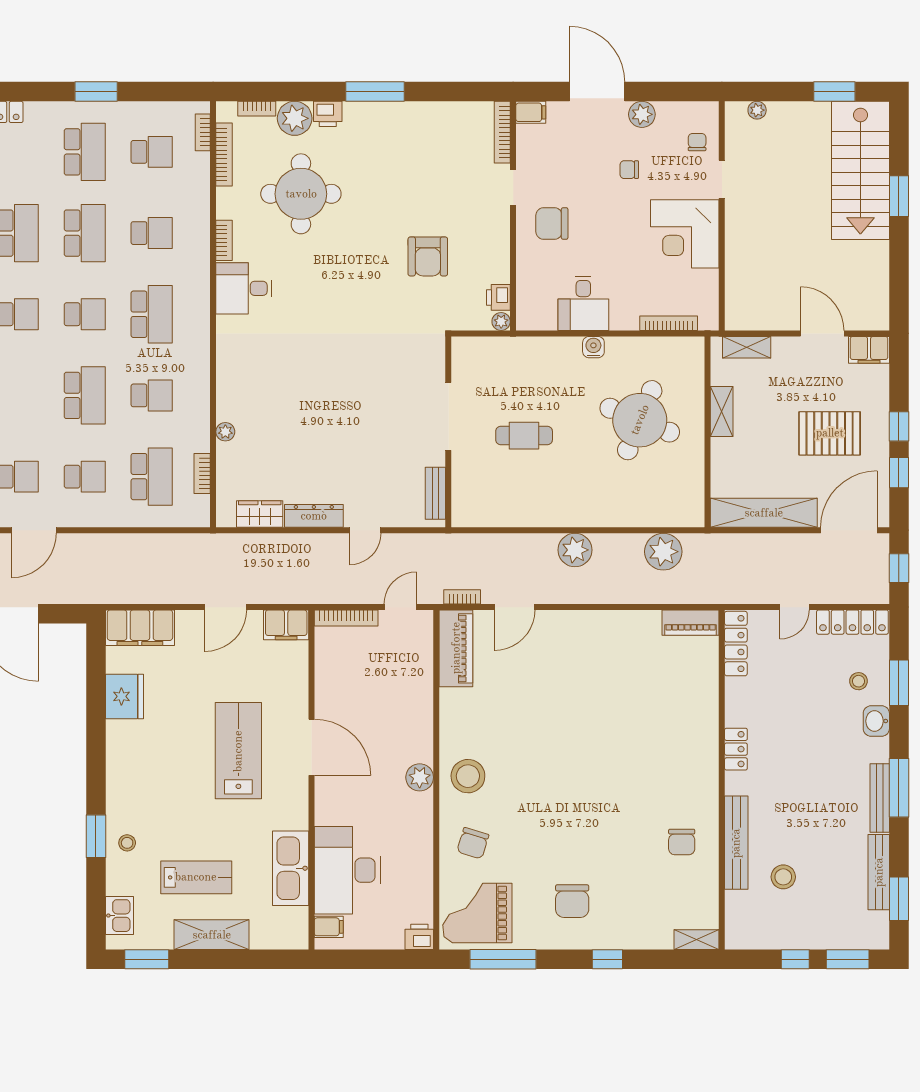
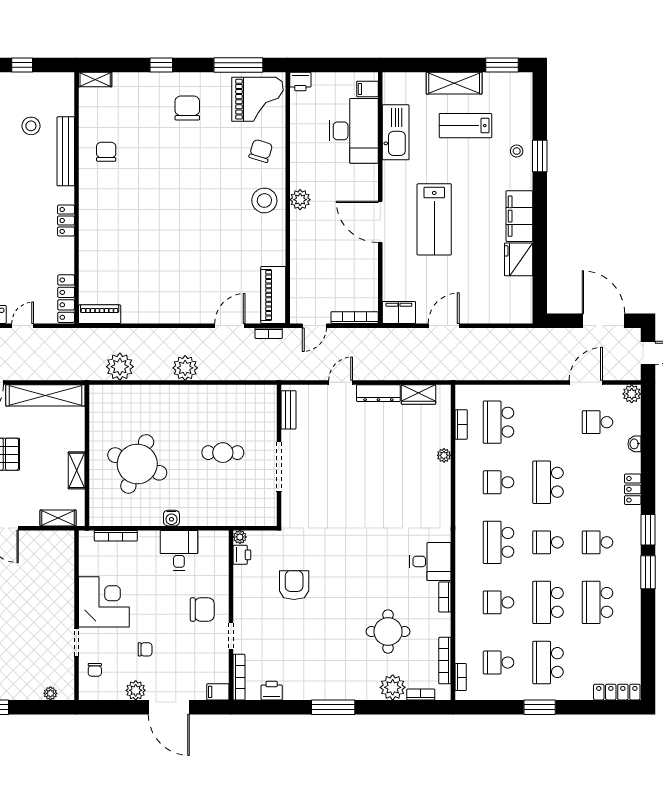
printer: (328, 114) -> (272, 691), moved
round table: (301, 194) -> (388, 632), width x0.73, depth x0.73
school desk: (85, 477) -> (548, 422), removed
filing cabinet: (140, 628) -> (519, 216), moved, turned -90
kitchen sink: (119, 916) -> (522, 97), removed

